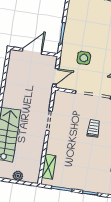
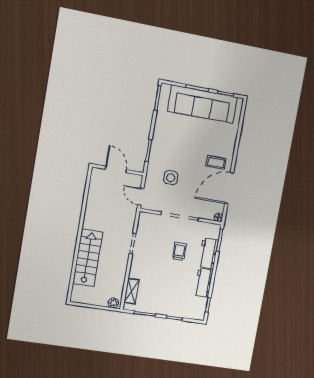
door: (32, 51) -> (116, 169), hinge flipped
door: (56, 76) -> (141, 197), swing flipped
plant: (18, 176) -> (113, 303), moved

